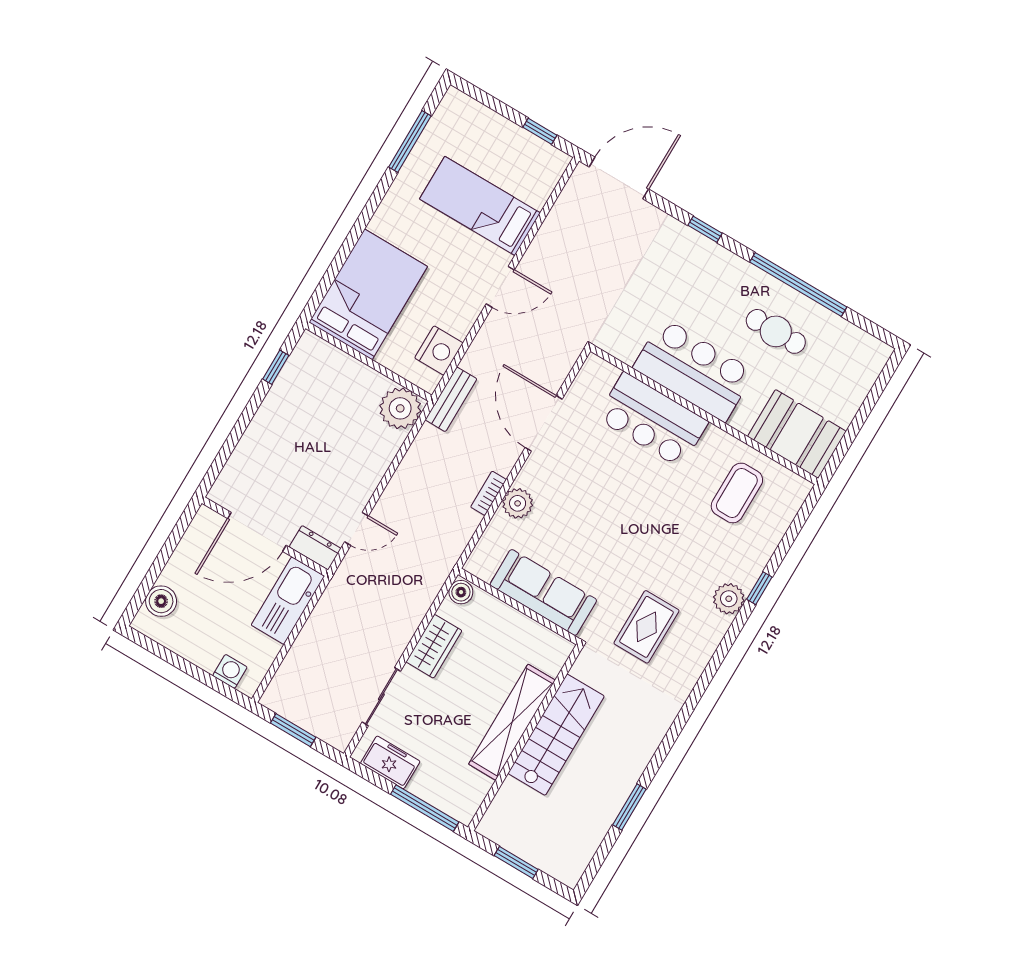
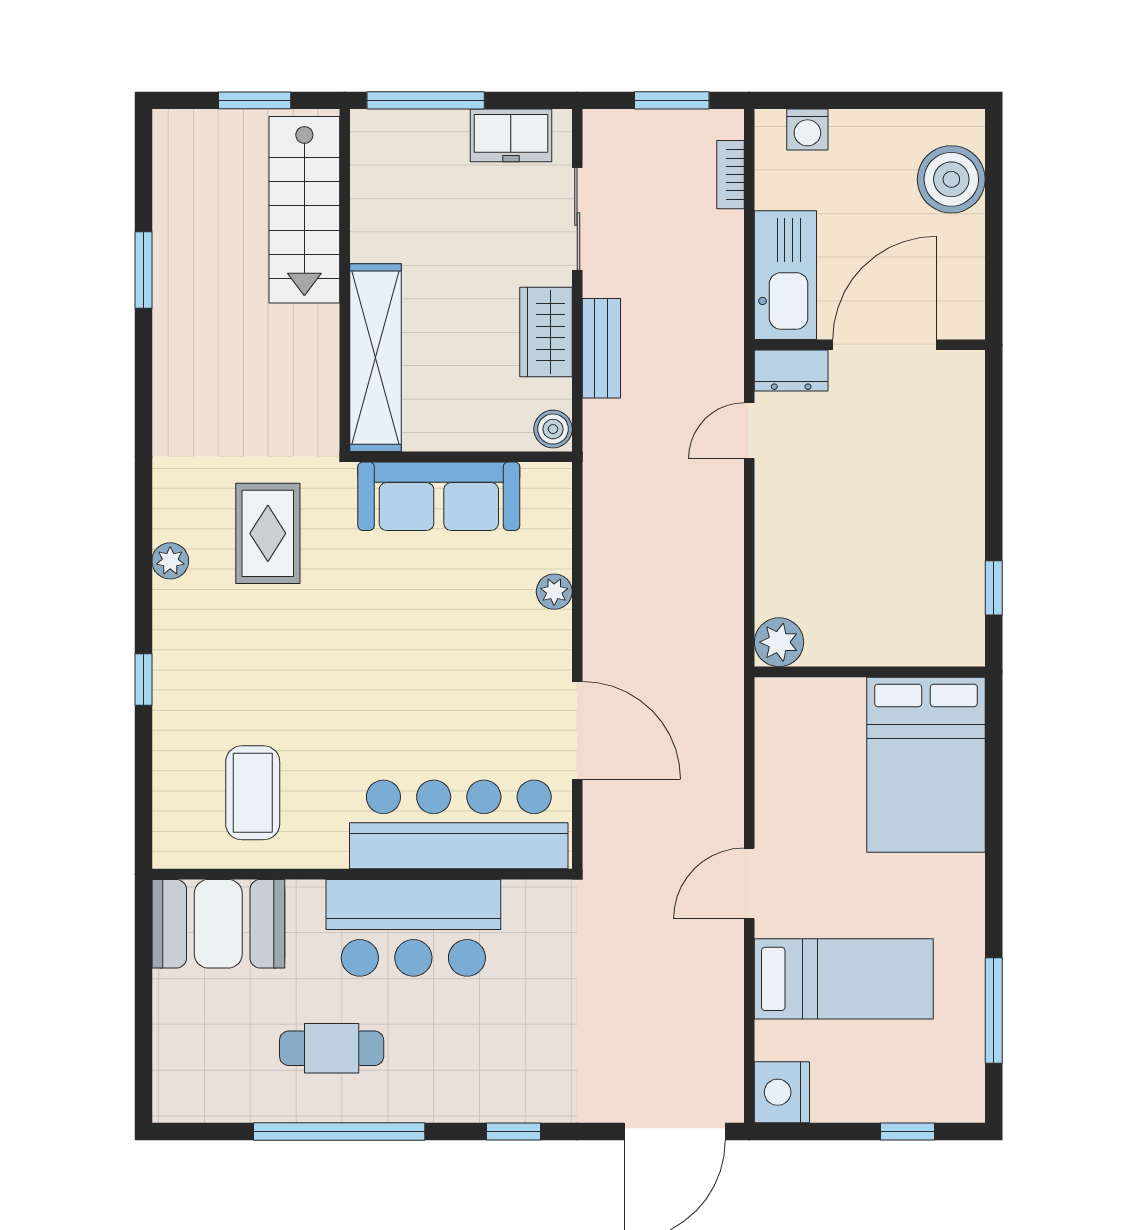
window: (540, 131) -> (907, 1131), moved
nightstand: (439, 351) -> (782, 1092), moved
bench: (451, 399) -> (601, 348), moved
plant: (400, 408) -> (779, 642), width x0.73, depth x0.73
bar counter: (652, 420) -> (459, 824), width x1.36
bookcase: (489, 493) -> (730, 175), moved, turned 180
plant: (518, 503) -> (554, 592), width x0.73, depth x0.73
plant: (729, 599) -> (170, 561), moved, width x0.73, depth x0.73
boiler: (161, 601) -> (951, 179), width x1.37, depth x1.37
shelving: (512, 722) -> (376, 358), moved
stairs: (556, 735) -> (304, 210), moved

